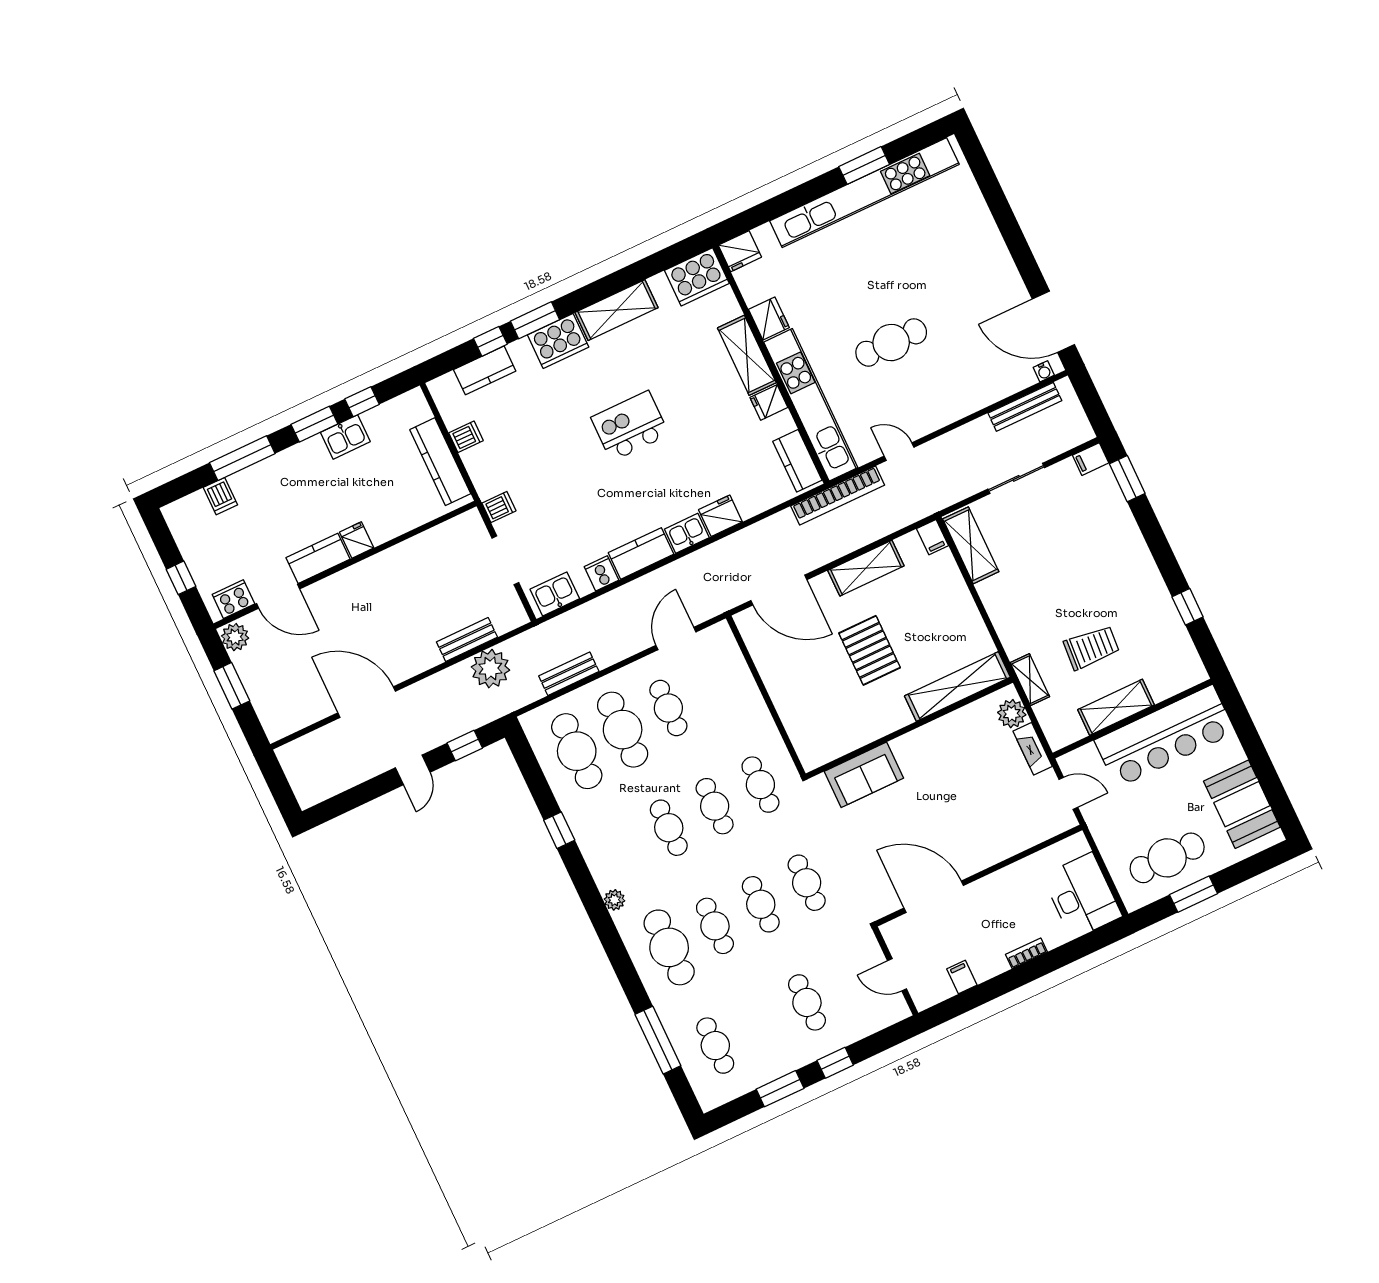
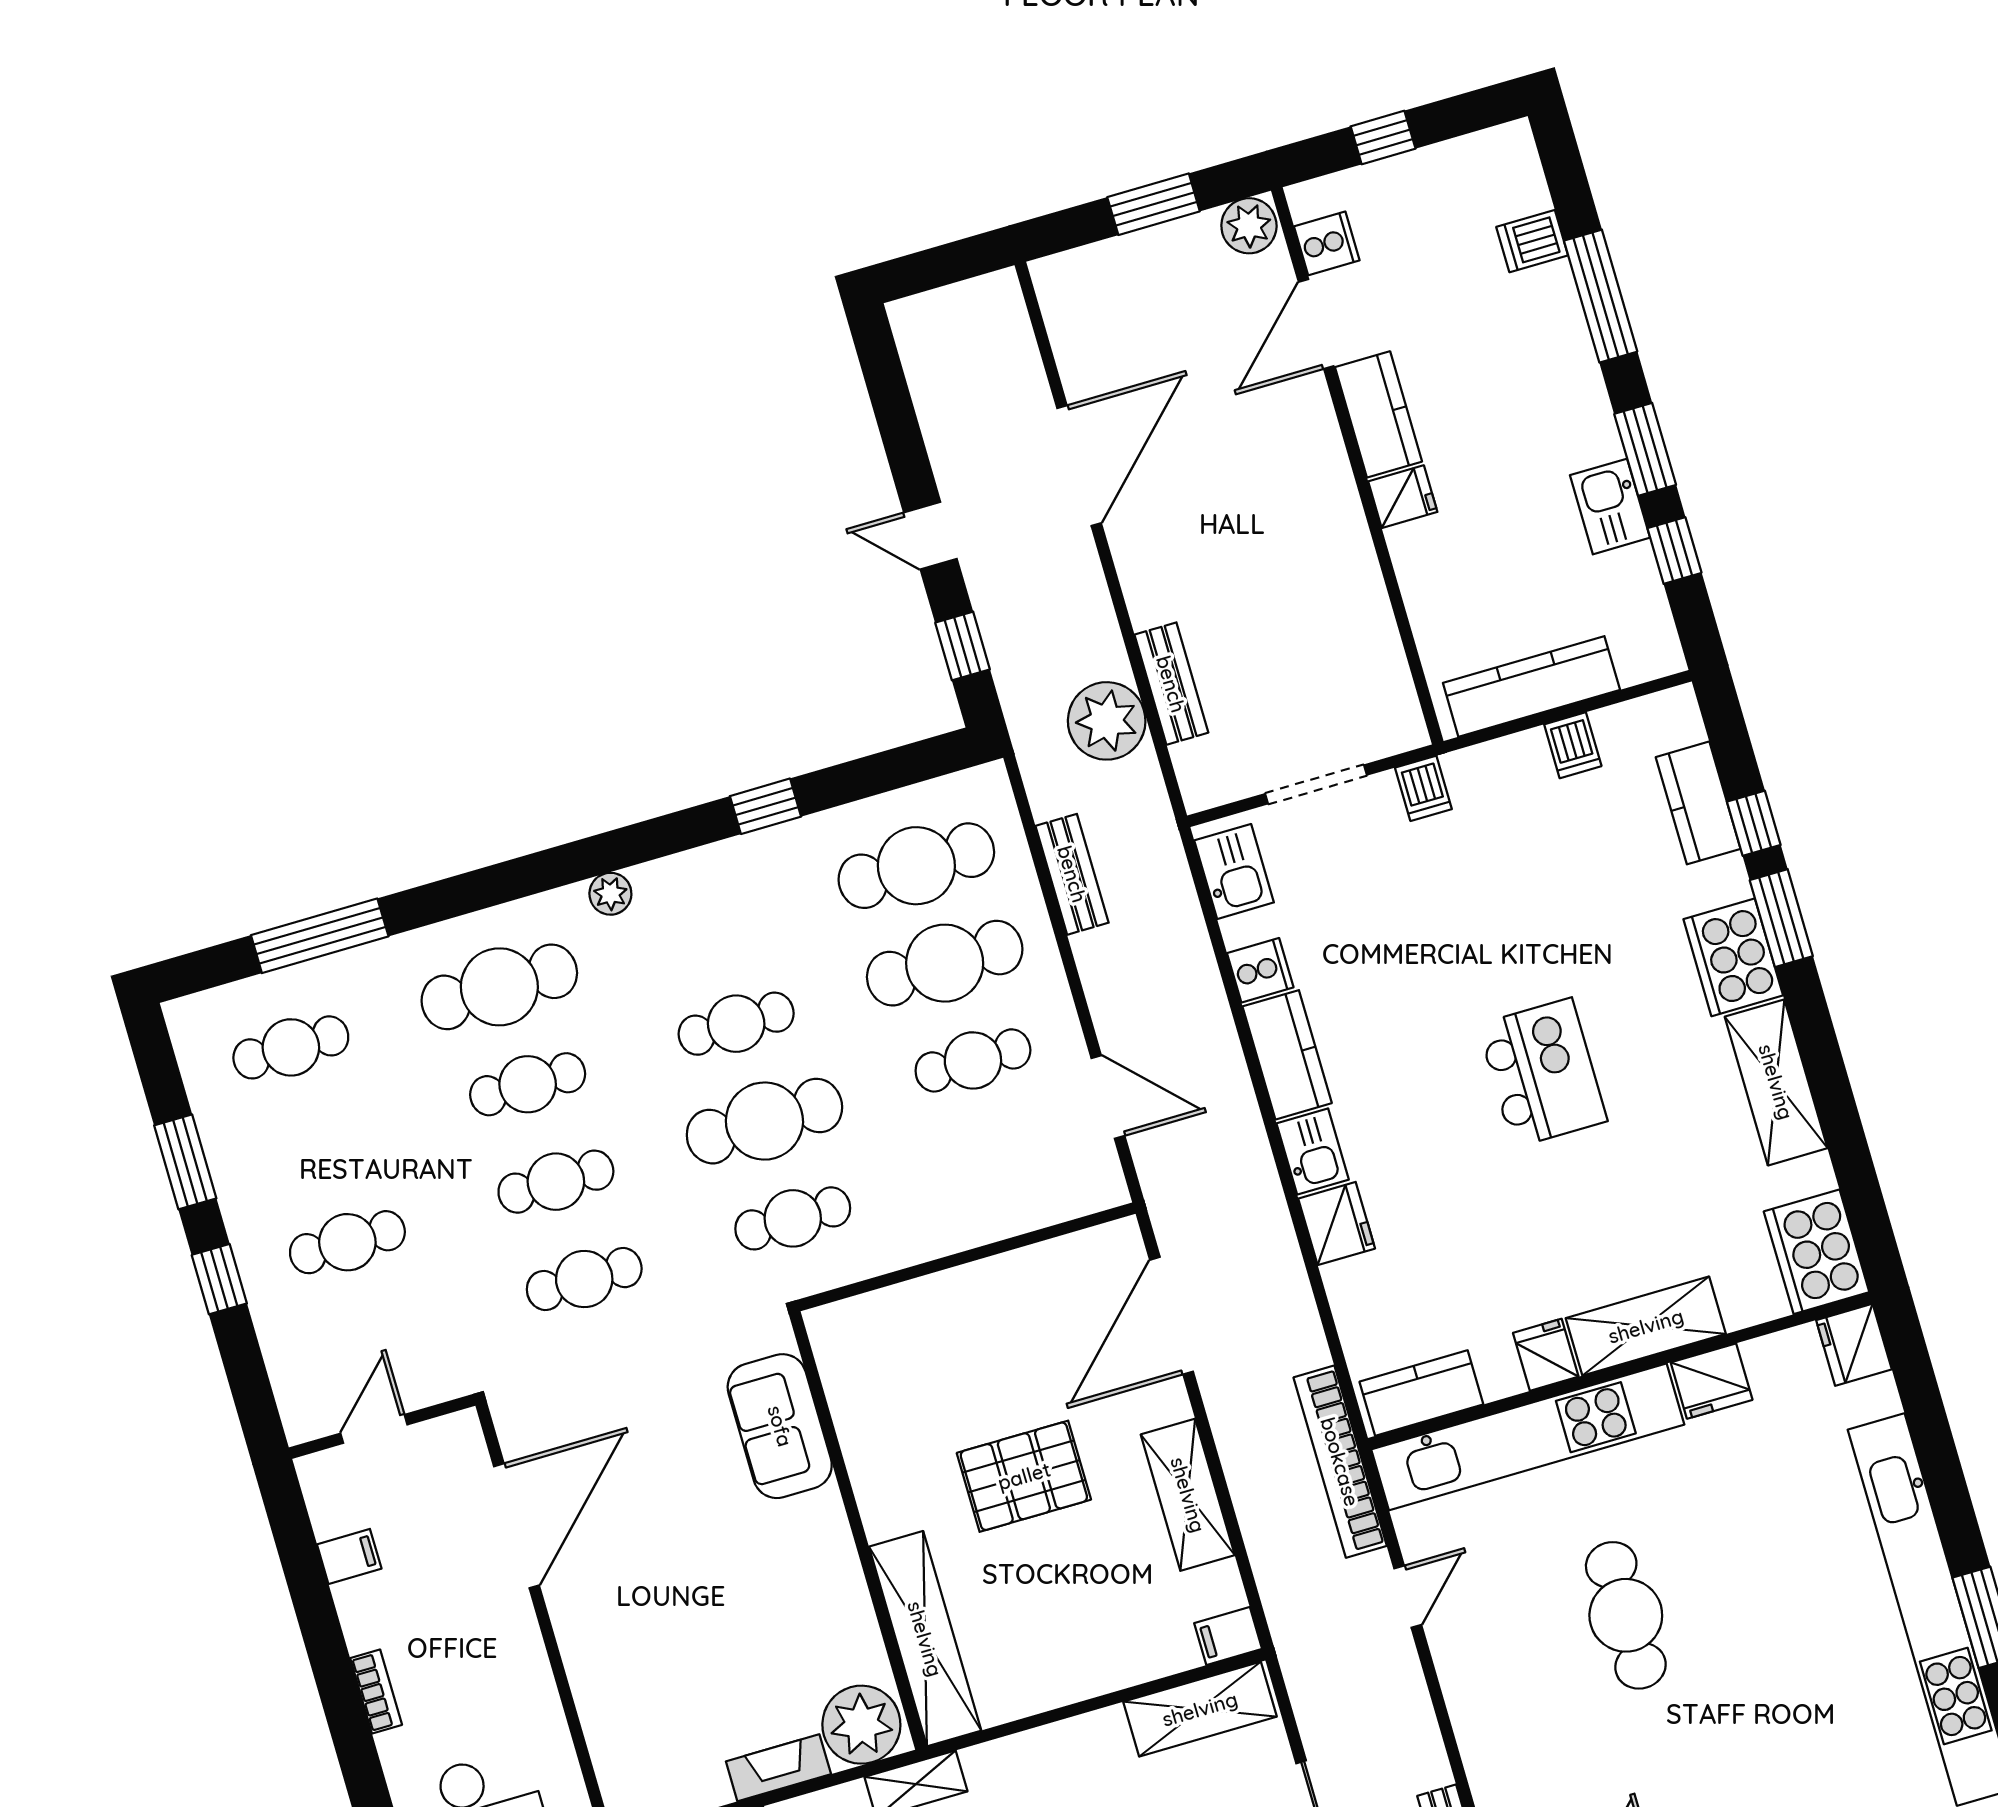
cooker: (233, 599) -> (1327, 243), width x0.73
plant: (1012, 714) -> (861, 1725), width x1.36, depth x1.36
cafe table: (715, 806) -> (764, 1121), width x1.37, depth x1.35

